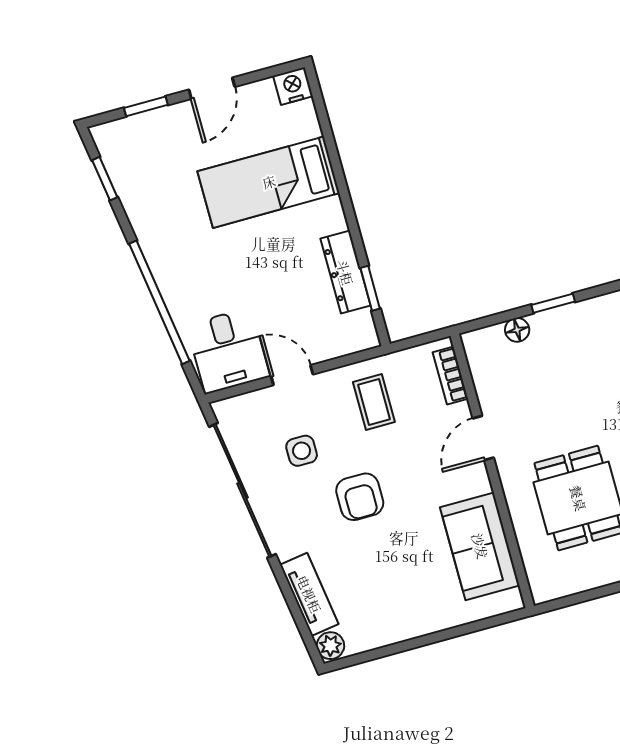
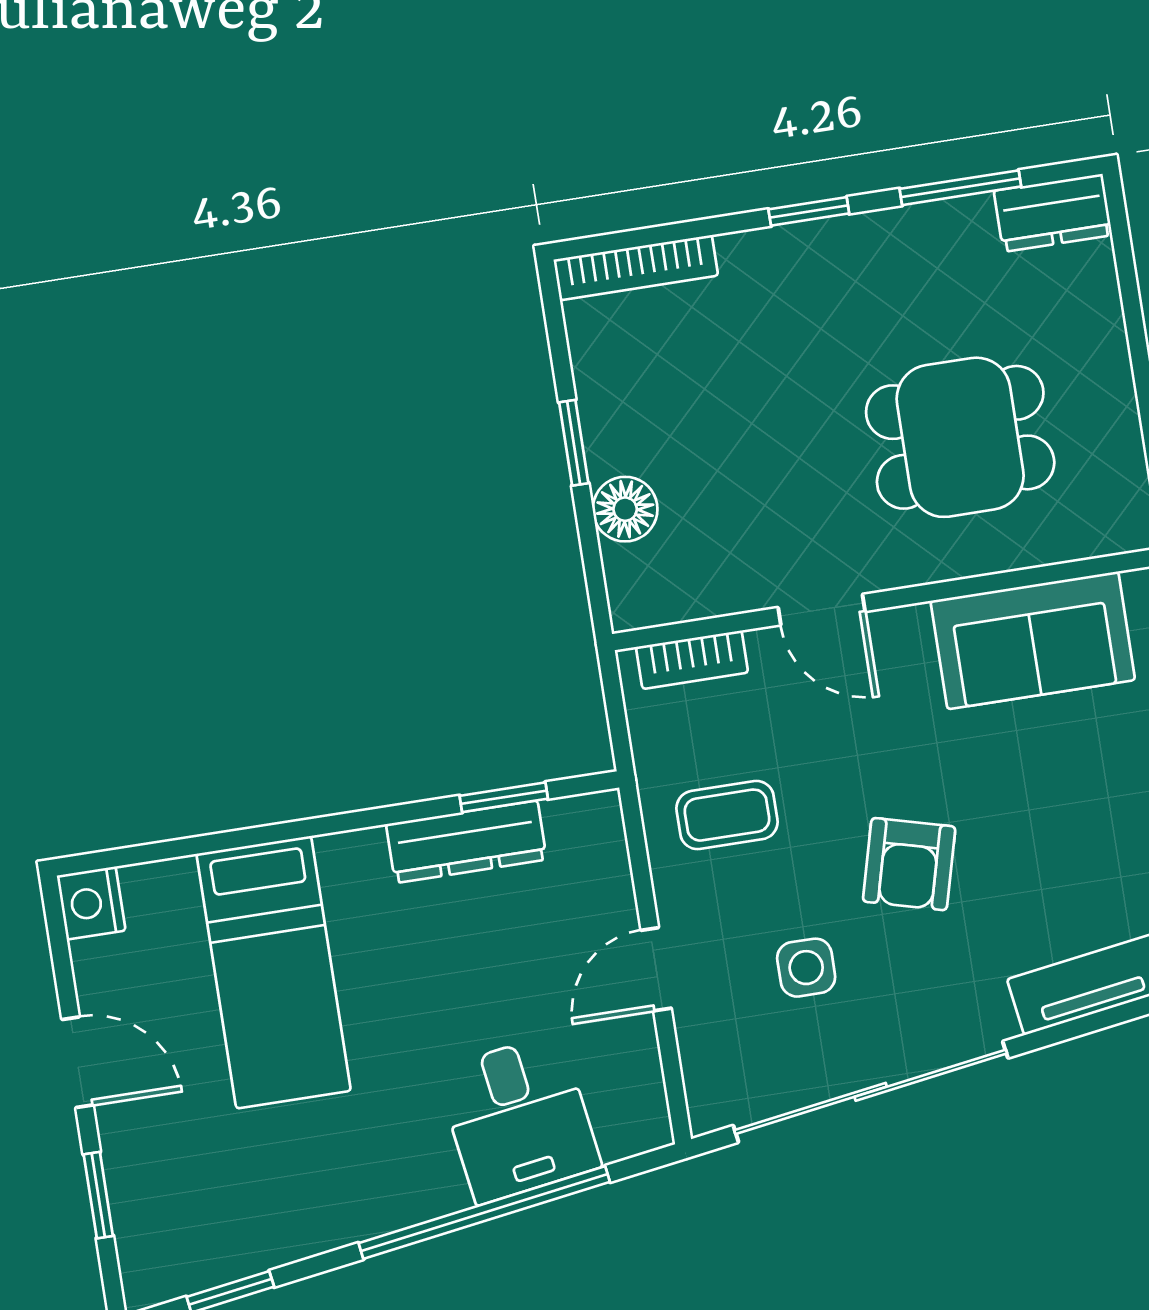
floor lamp: (517, 330) -> (625, 509), width x1.37, depth x1.37
desk: (228, 351) -> (518, 1118), moved, turned 82
armchair: (360, 497) -> (909, 864), turned 105

